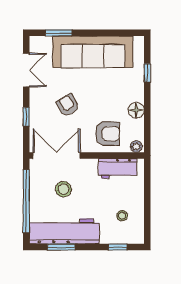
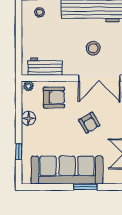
window: (59, 33) -> (85, 187), moved
armchair: (108, 134) -> (54, 97), turned 180
stool: (122, 216) -> (40, 12), moved

